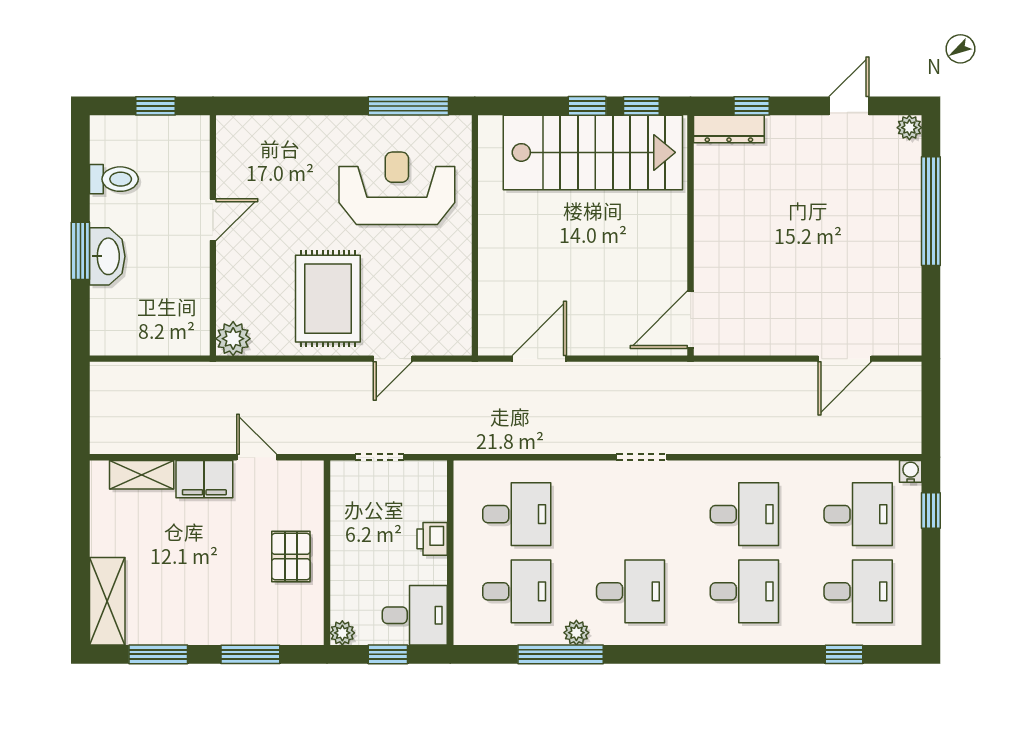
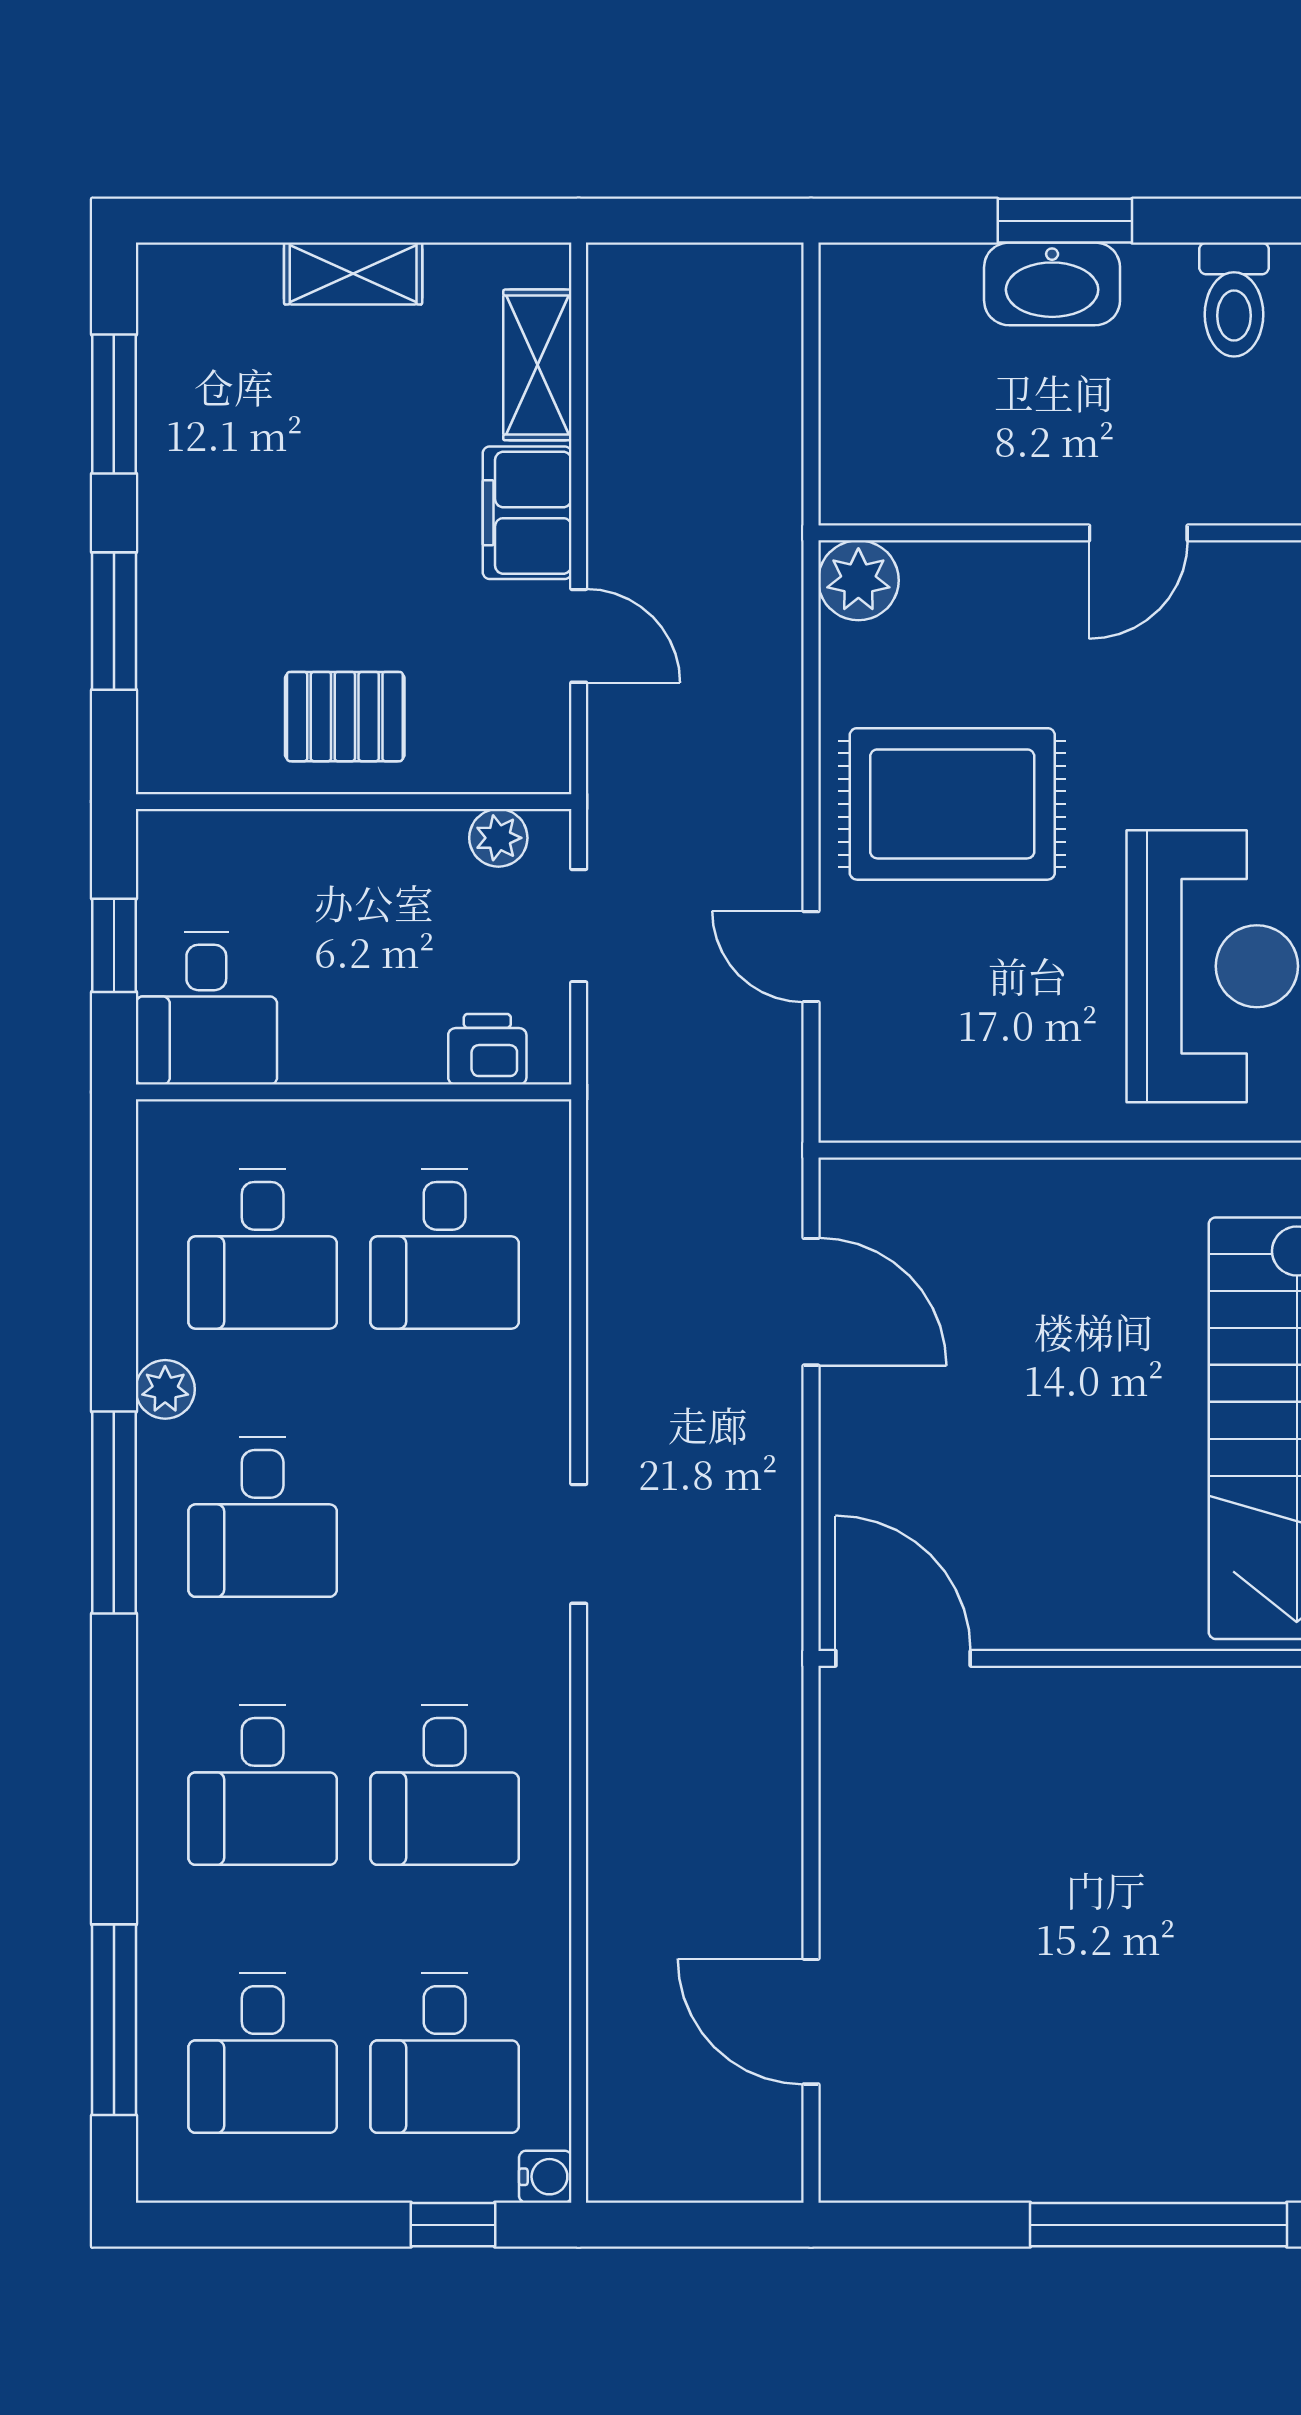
door: (213, 220) -> (1138, 533), hinge flipped
door: (257, 457) -> (579, 636), hinge flipped
printer: (432, 539) -> (487, 1049), moved
shelving: (107, 601) -> (353, 273), moved, width x0.67, depth x0.75
plant: (342, 633) -> (498, 838), moved
window: (561, 654) -> (114, 1513), moved
window: (844, 654) -> (114, 2020), width x2.17

